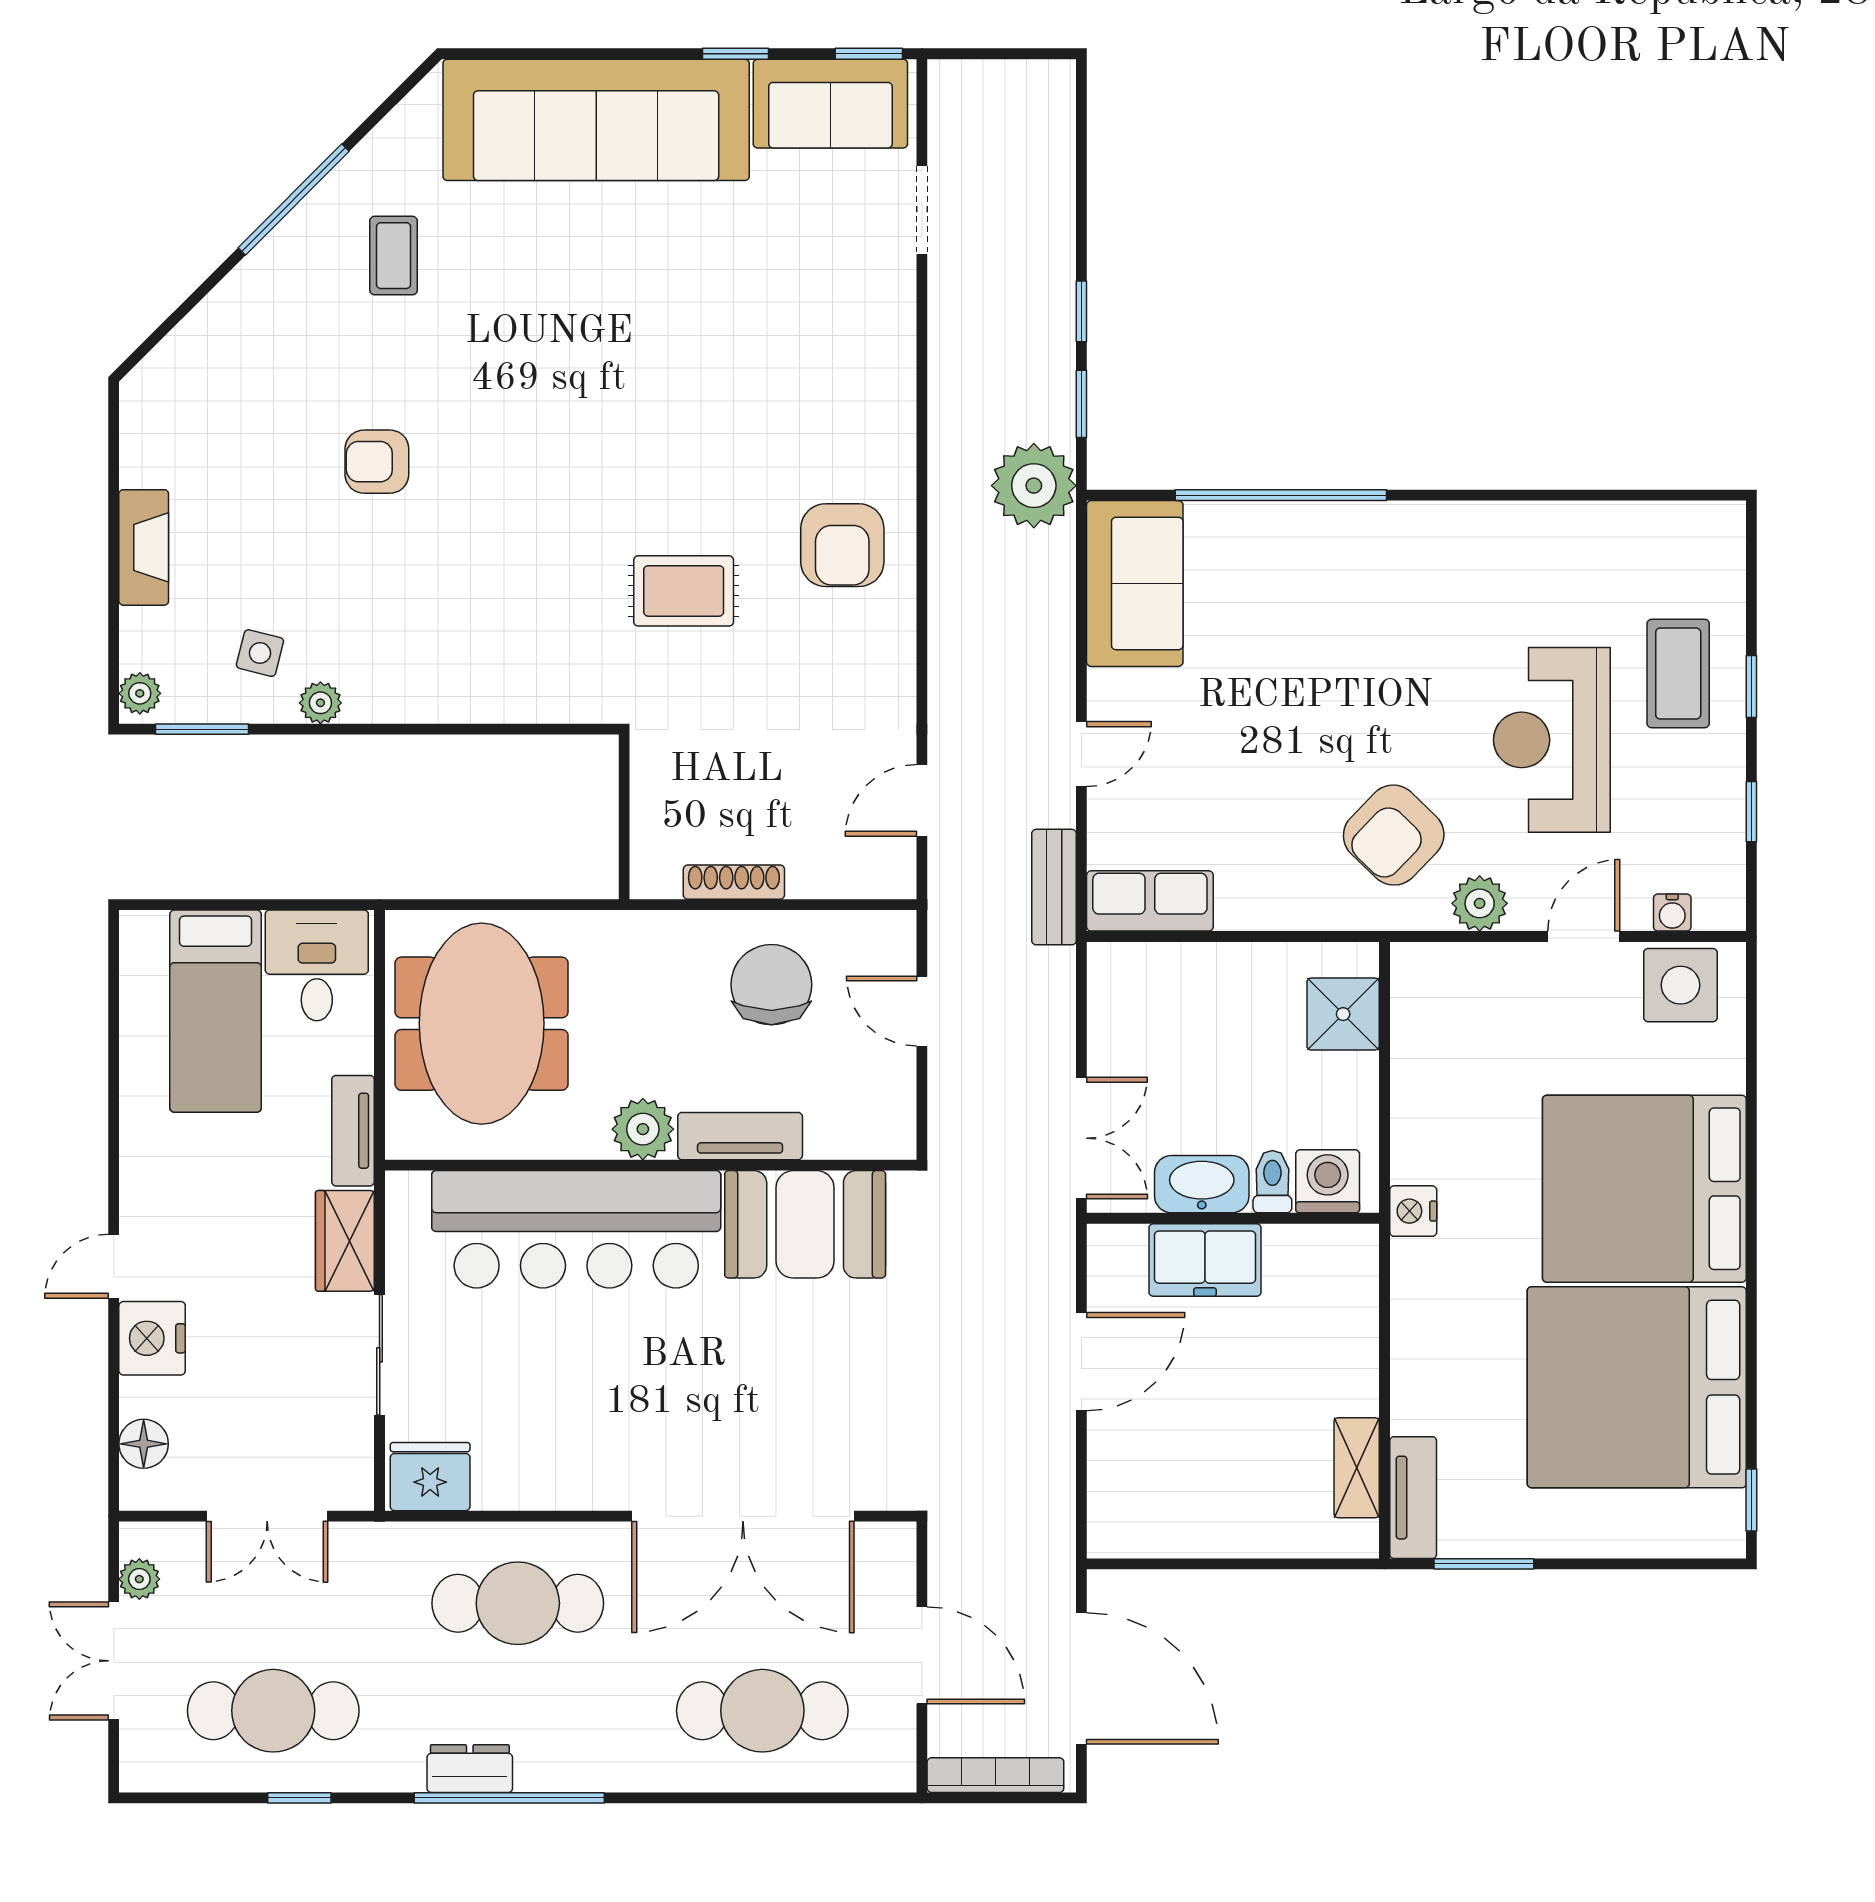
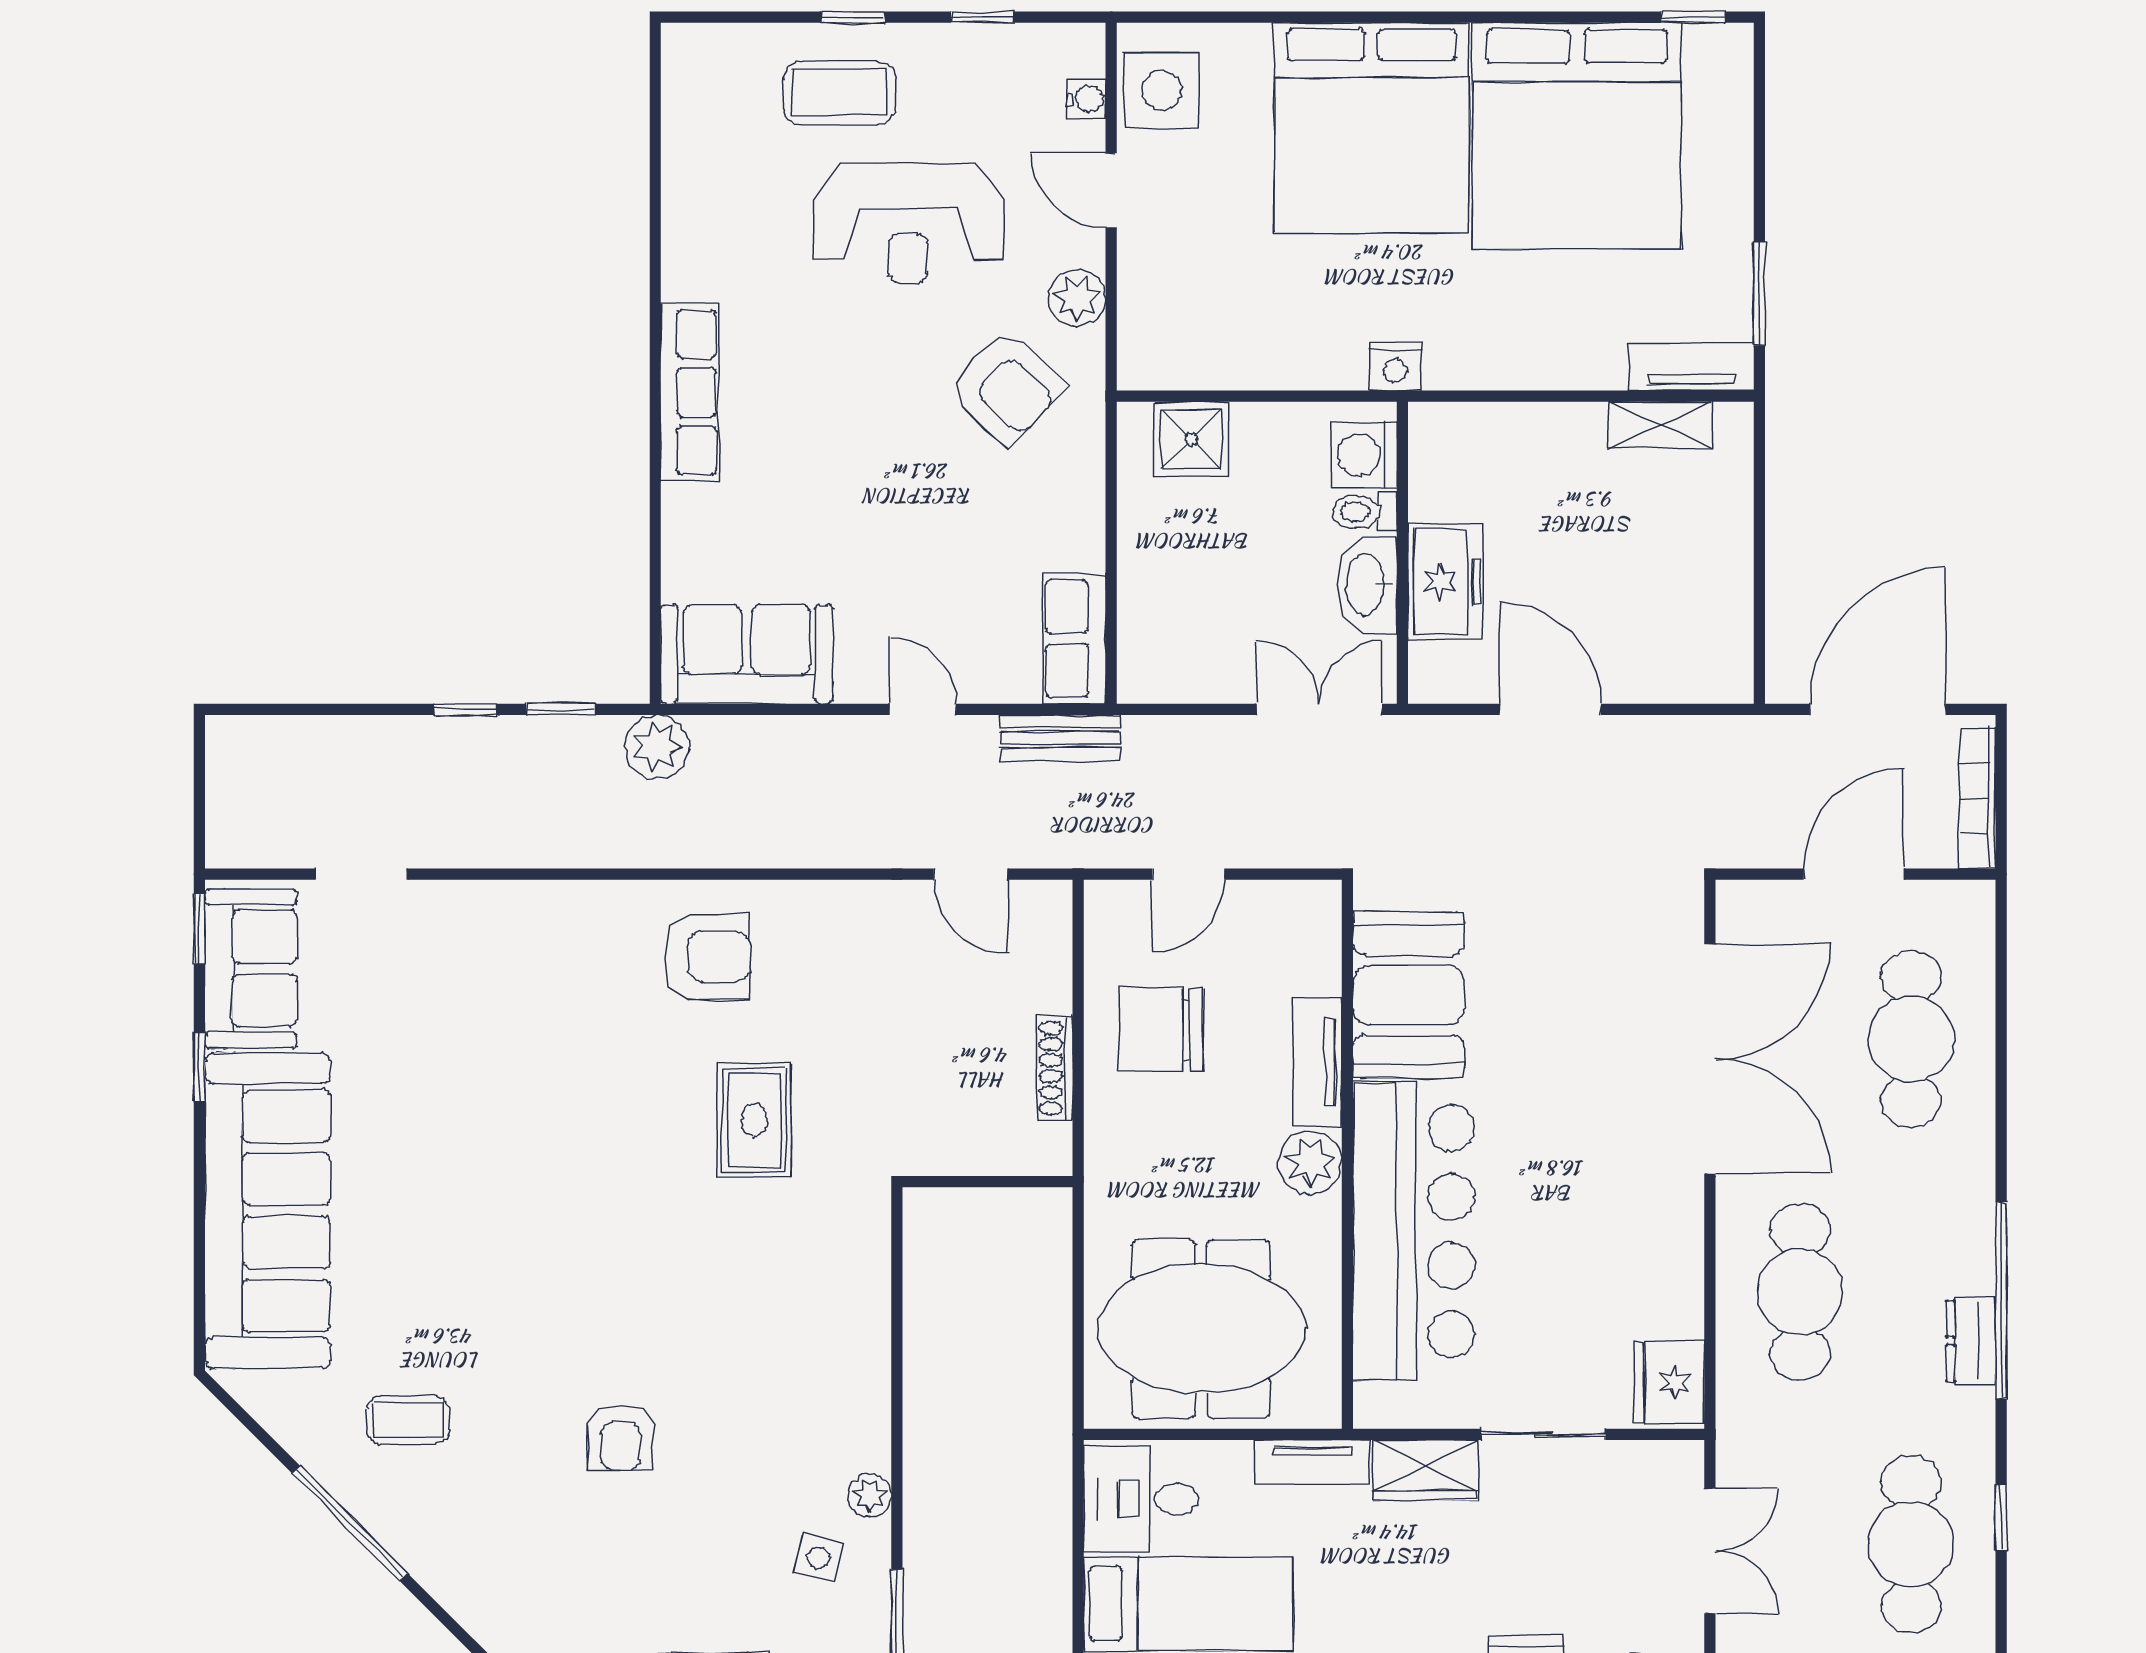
plant: (1034, 486) -> (657, 747), width x0.73, depth x0.73
window: (1281, 495) -> (655, 503), removed
row of seats: (1388, 528) -> (690, 392), added

